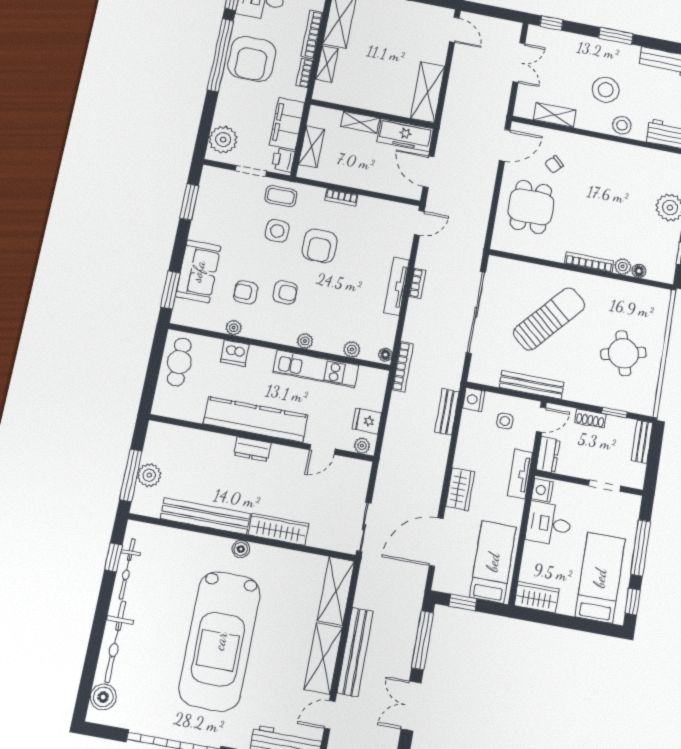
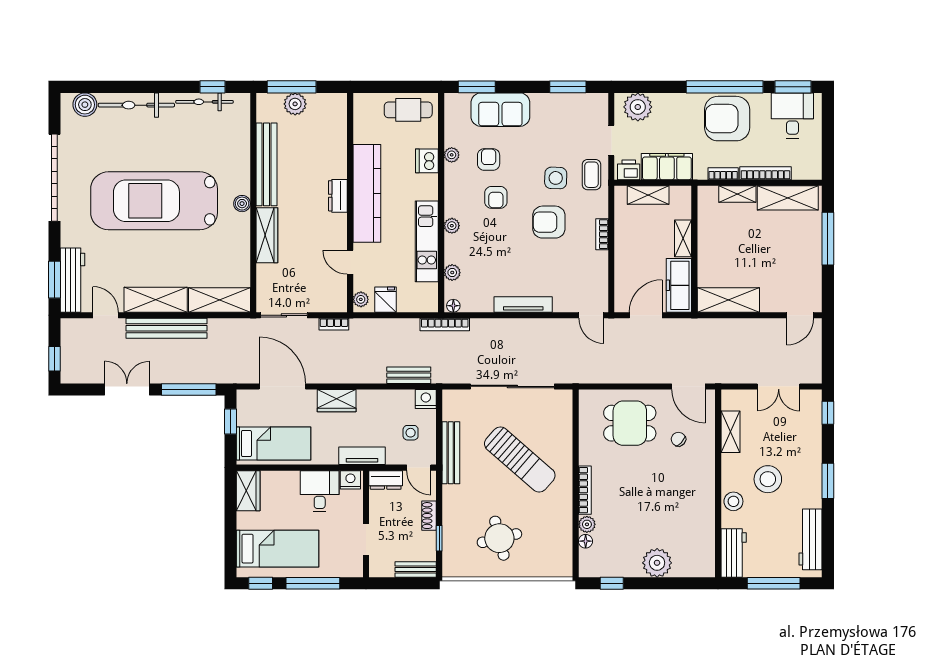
bookcase: (417, 283) -> (334, 324), moved

